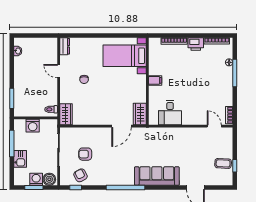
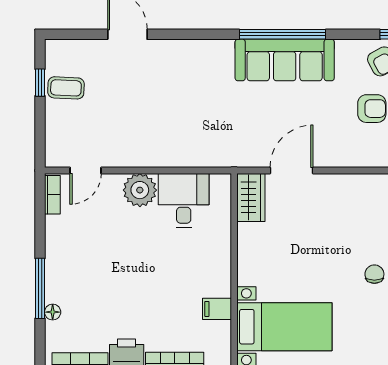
filing cabinet: (155, 80) -> (217, 309), moved
plant: (190, 117) -> (140, 190), added
door: (214, 126) -> (86, 170), hinge flipped
sofa: (157, 176) -> (285, 60), moved

